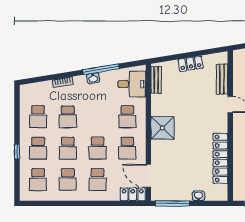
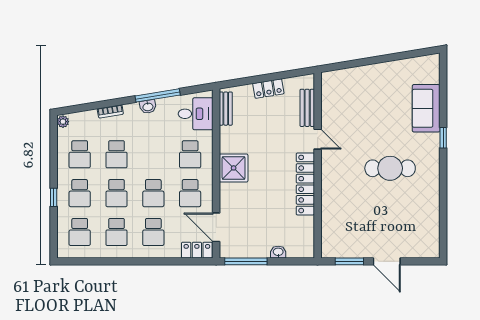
plant: (24, 90) -> (63, 122), added
locker: (220, 158) -> (305, 184), moved

